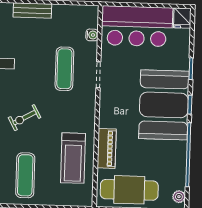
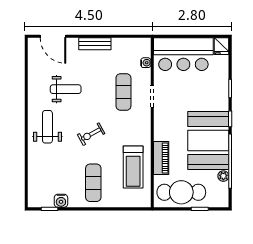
booth: (164, 105) -> (208, 140), moved
plant: (179, 197) -> (223, 176), moved

